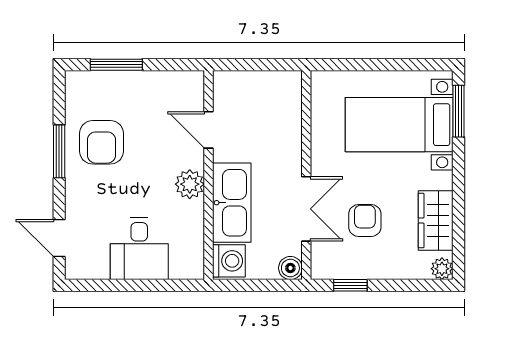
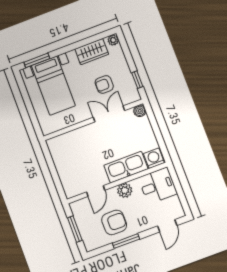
door: (209, 130) -> (96, 191), moved
wall: (209, 175) -> (117, 183), moved
plant: (190, 184) -> (125, 190), moved
kitchen sink: (232, 203) -> (126, 167), moved
washing machine: (229, 261) -> (154, 158), moved

